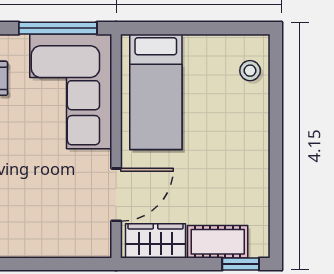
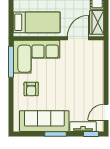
door: (116, 195) -> (78, 38), hinge flipped

